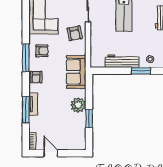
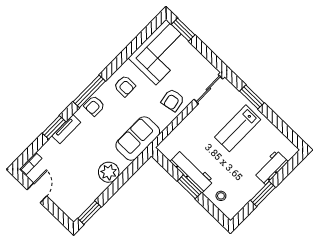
window: (26, 58) -> (89, 91), moved
window: (141, 71) -> (189, 187), moved
window: (26, 110) -> (54, 127), width x0.69
window: (89, 118) -> (89, 213), moved

